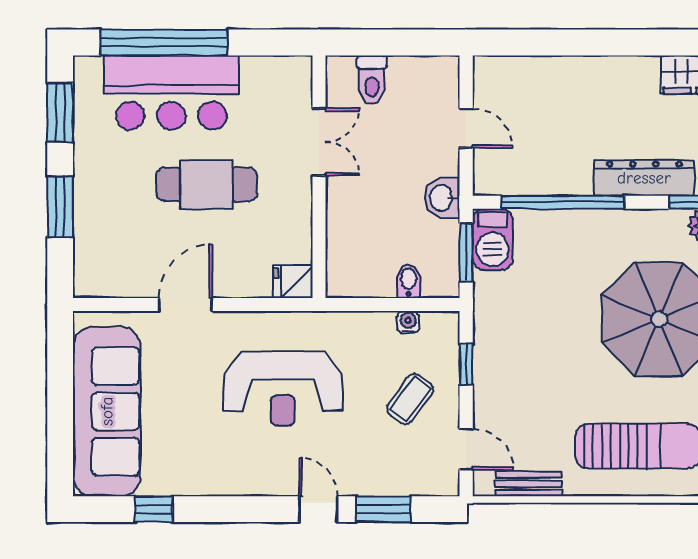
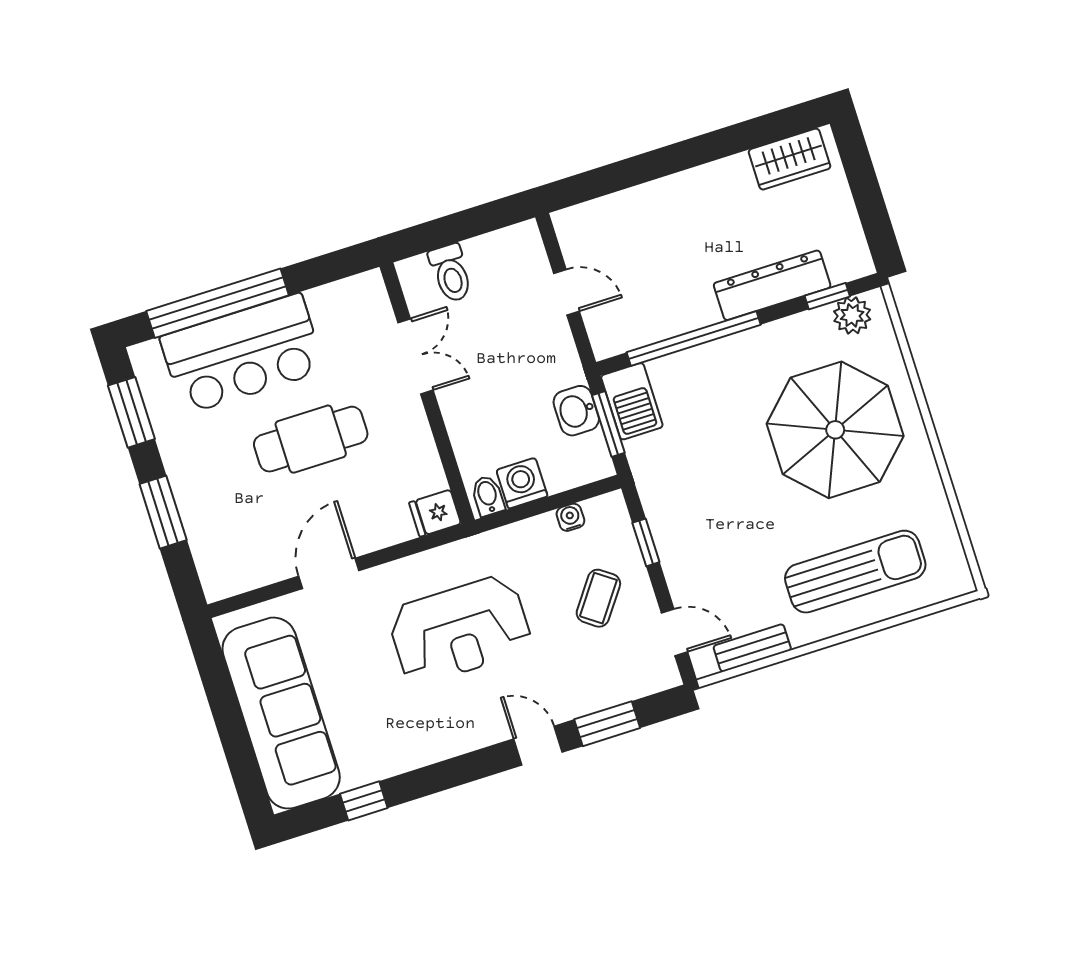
washbasin: (442, 198) -> (576, 411), moved
washing machine: (376, 280) -> (522, 483), added
bidet: (409, 281) -> (488, 496), moved

